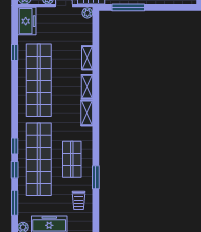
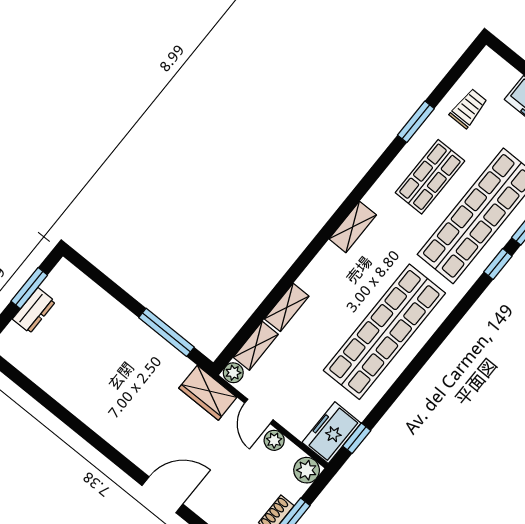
window: (15, 53) -> (357, 438), moved
shelving: (87, 87) -> (256, 346), moved

